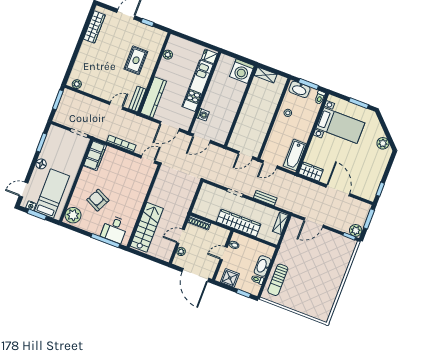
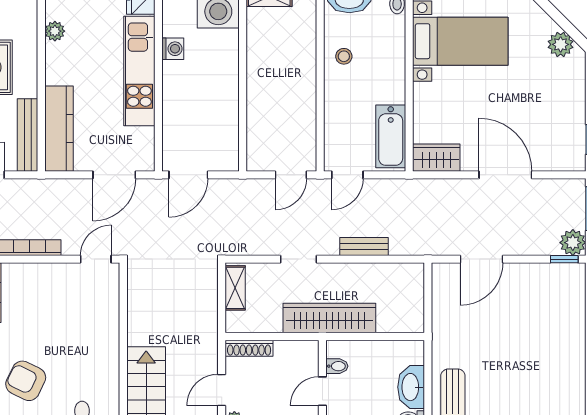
bench: (137, 99) -> (28, 135), width x1.36
washing machine: (203, 115) -> (173, 49), moved
shelving: (280, 223) -> (235, 288), moved

